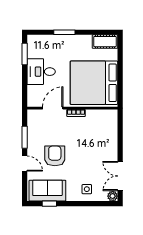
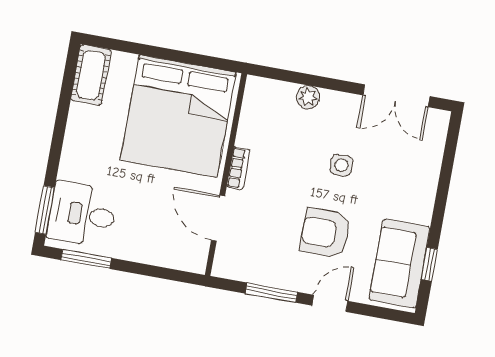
window: (64, 32) -> (45, 210), moved
desk: (41, 72) -> (82, 214), moved, turned 90
side table: (87, 189) -> (341, 165), moved
plant: (113, 196) -> (308, 97), moved

